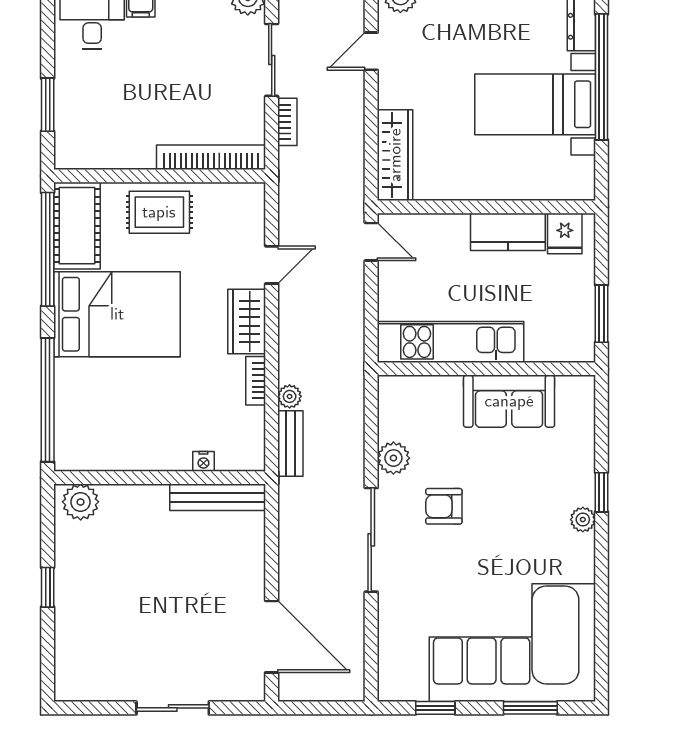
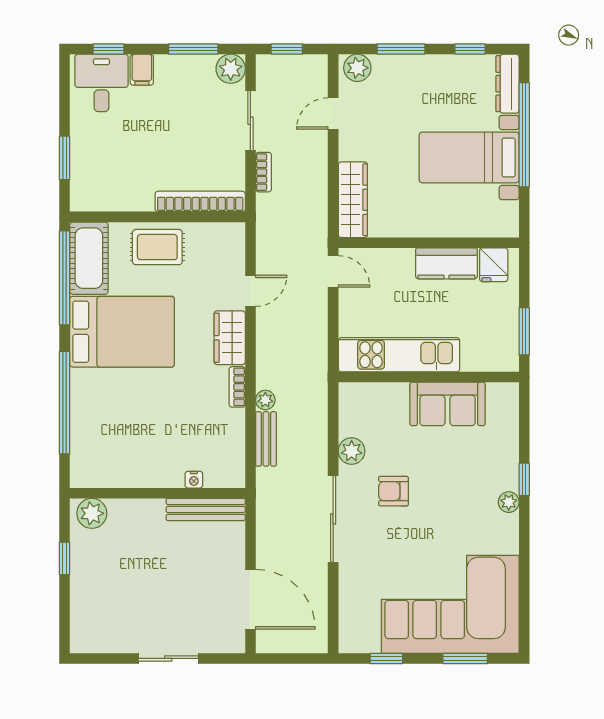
nightstand: (203, 461) -> (194, 480), moved
wall: (160, 478) -> (157, 493), moved
bench: (218, 497) -> (206, 509), moved
plant: (81, 502) -> (92, 513), moved

